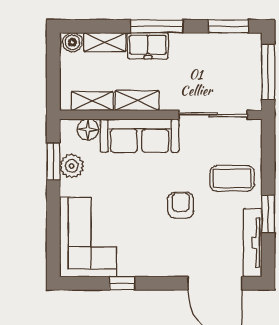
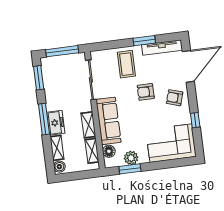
armchair: (165, 253) -> (175, 98), added

